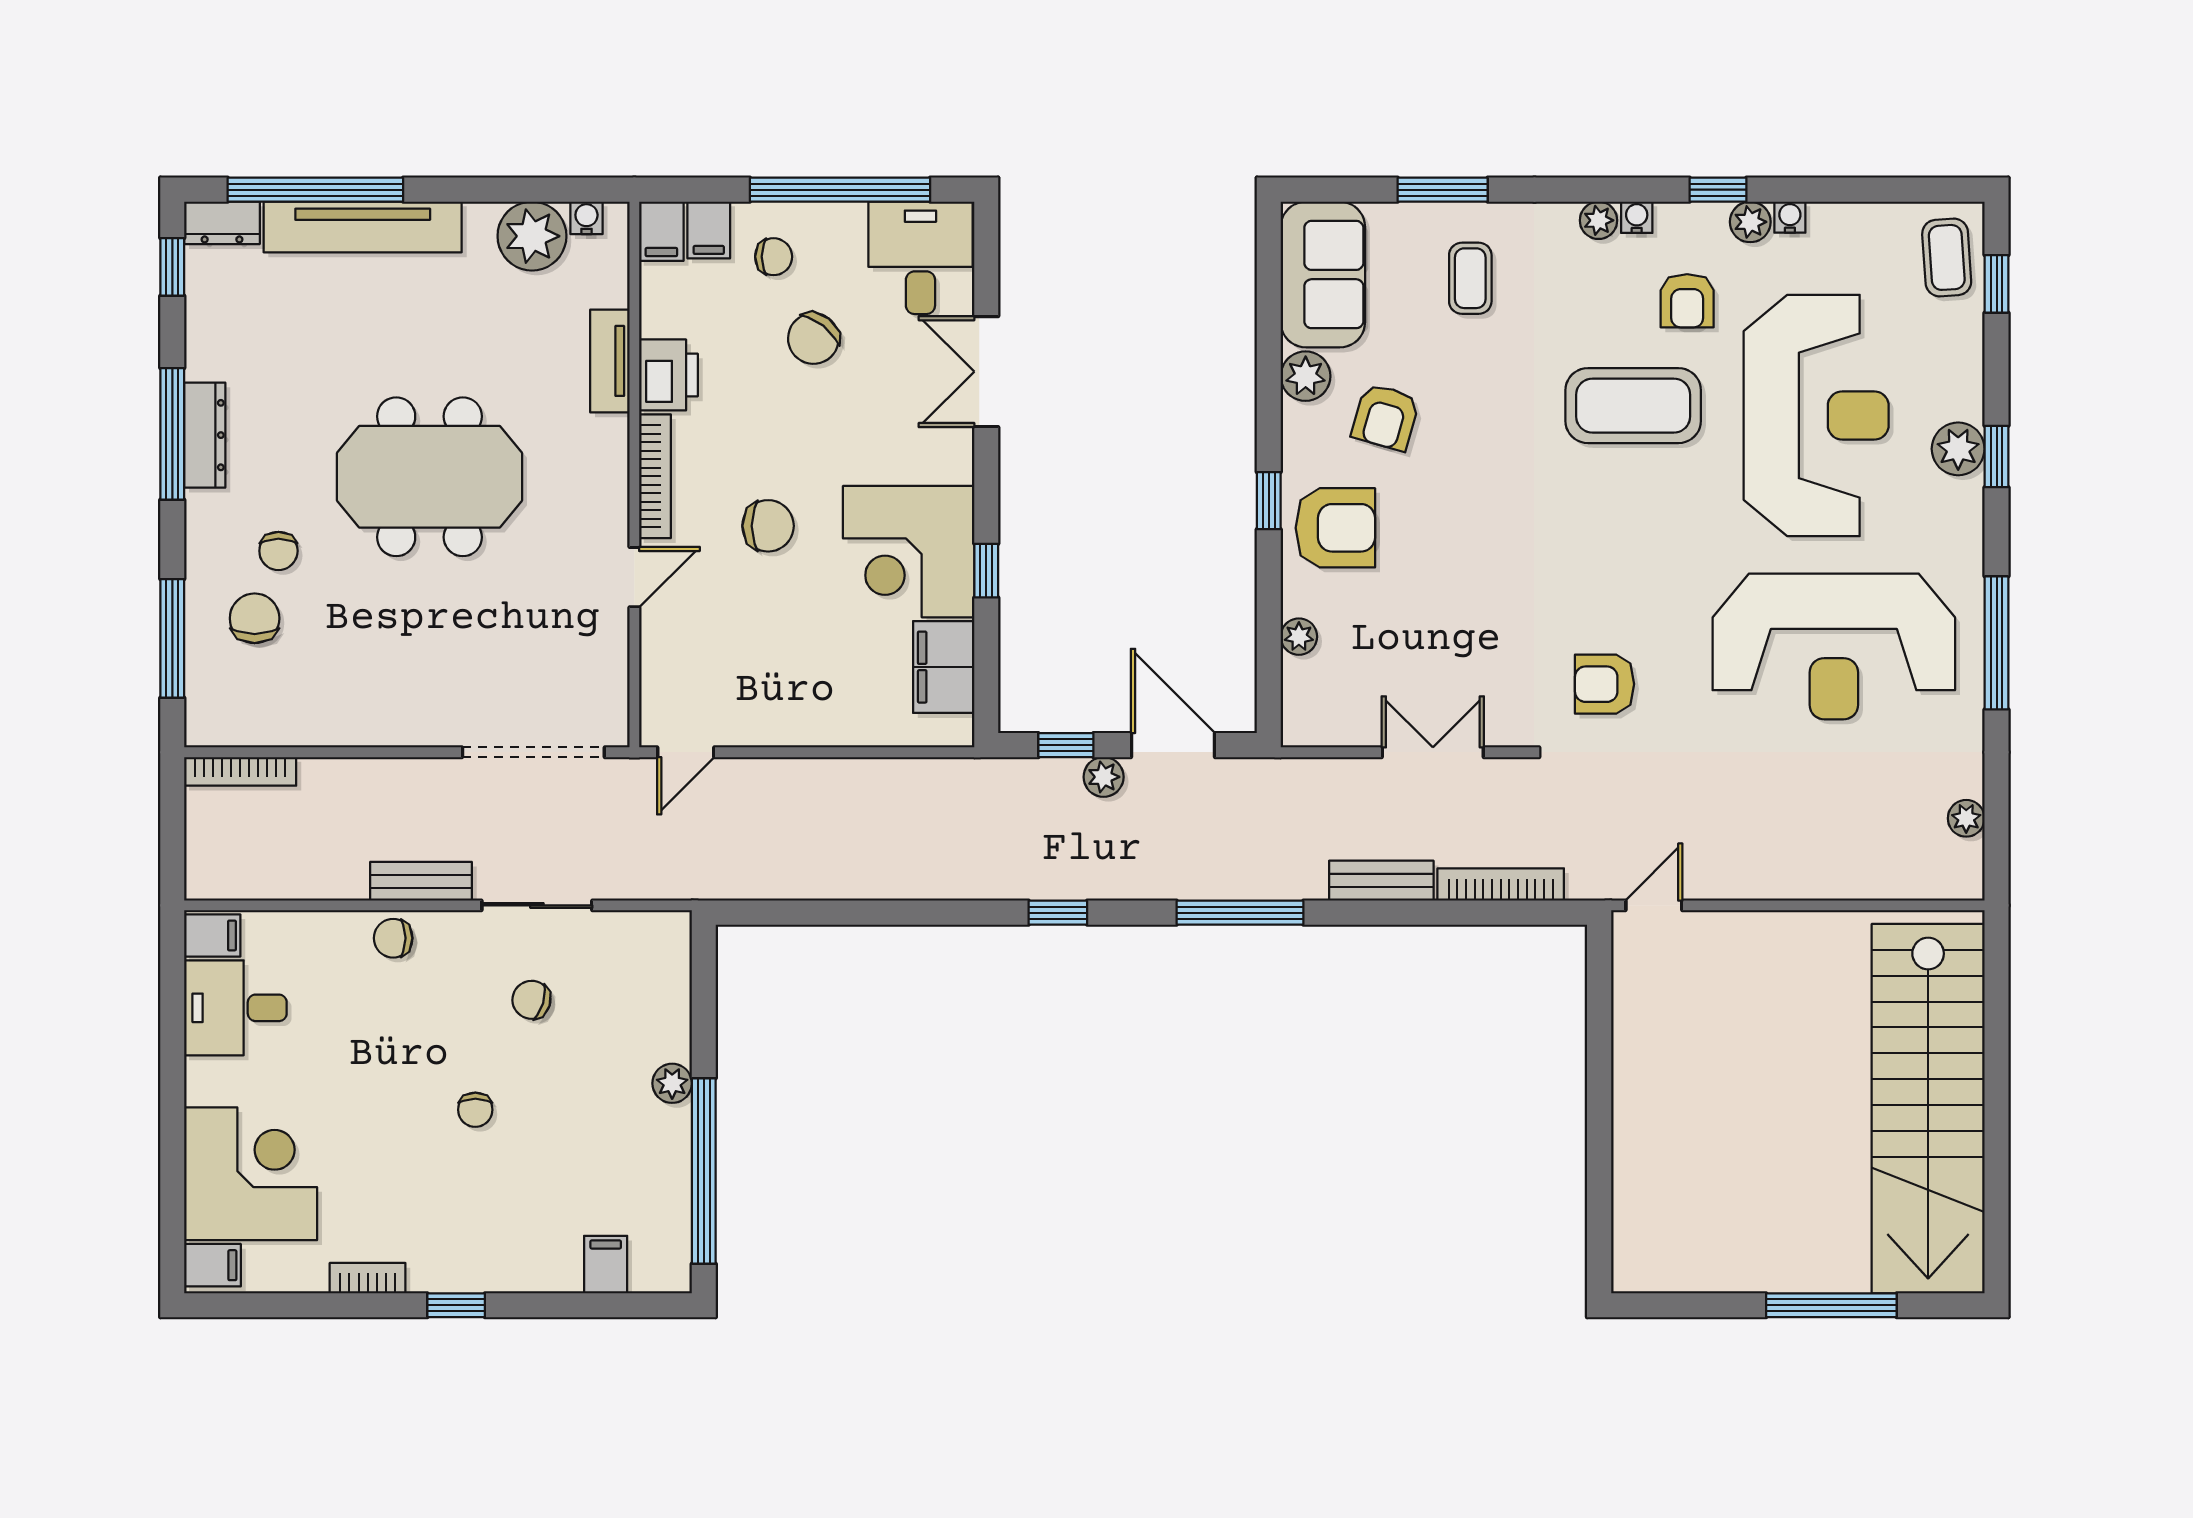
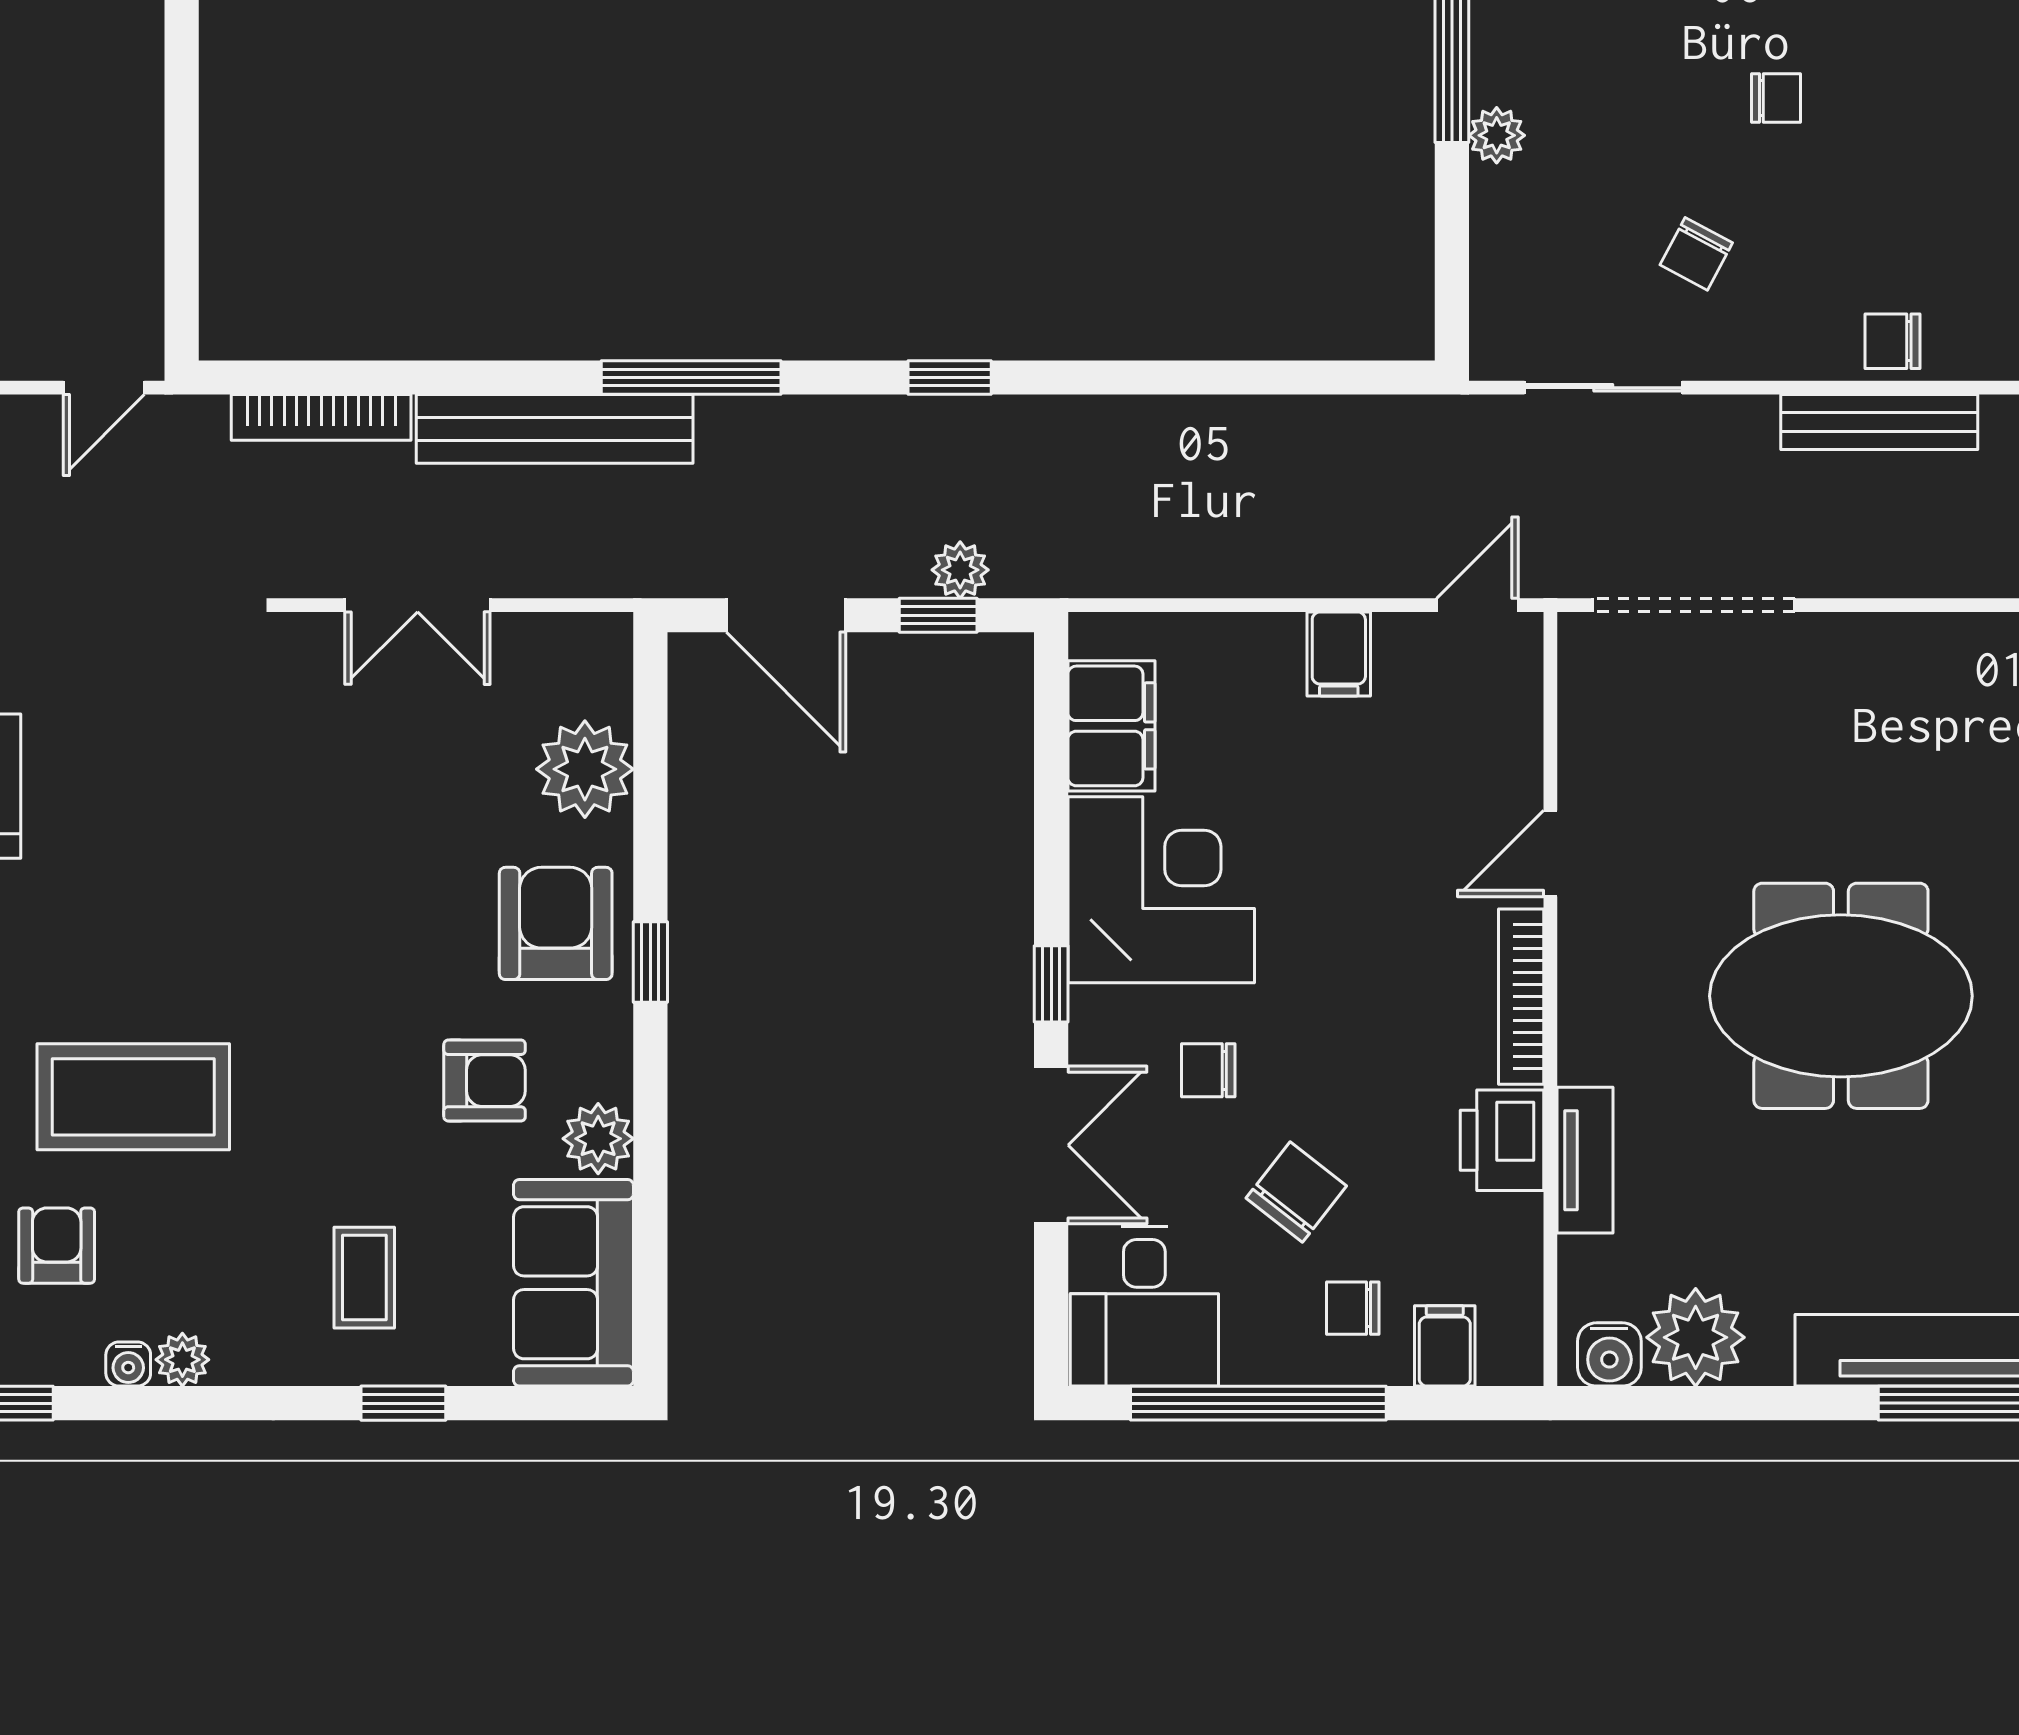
window: (1443, 190) -> (403, 1403), width x0.67
water cooler: (586, 218) -> (1609, 1354), width x1.38, depth x1.38
filing cabinet: (661, 231) -> (1339, 654), moved, turned 180
armchair: (1386, 417) -> (485, 1081), turned 74
chair: (768, 526) -> (1208, 1070), moved, width x0.73, depth x0.73
armchair: (1335, 528) -> (556, 923), turned 90
window: (986, 571) -> (1051, 984), moved
plant: (1299, 637) -> (585, 769), width x1.88, depth x1.88
armchair: (1604, 684) -> (174, 702), removed
plant: (1104, 777) -> (960, 570), moved
bench: (421, 881) -> (1879, 422), width x1.36
bench: (1381, 881) -> (555, 429), width x1.86, depth x1.21
sliding door: (537, 905) -> (1603, 388), moved
chair: (393, 938) -> (1892, 341), turned 180
chair: (531, 1000) -> (1696, 254), turned 101
chair: (475, 1110) -> (1776, 98), turned 90

